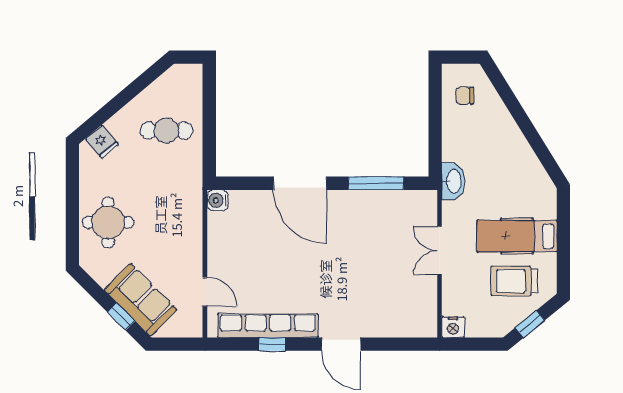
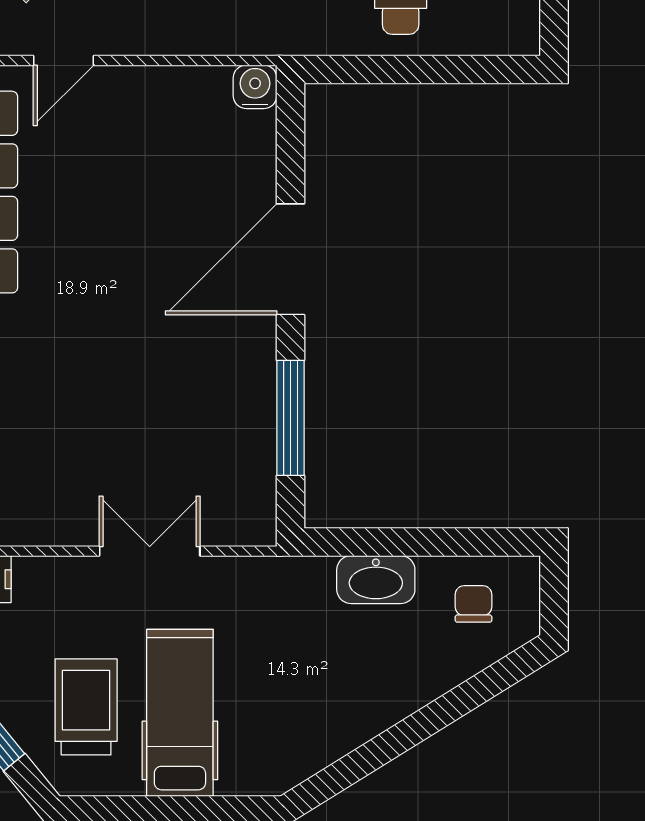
washbasin: (453, 181) -> (376, 580), moved

